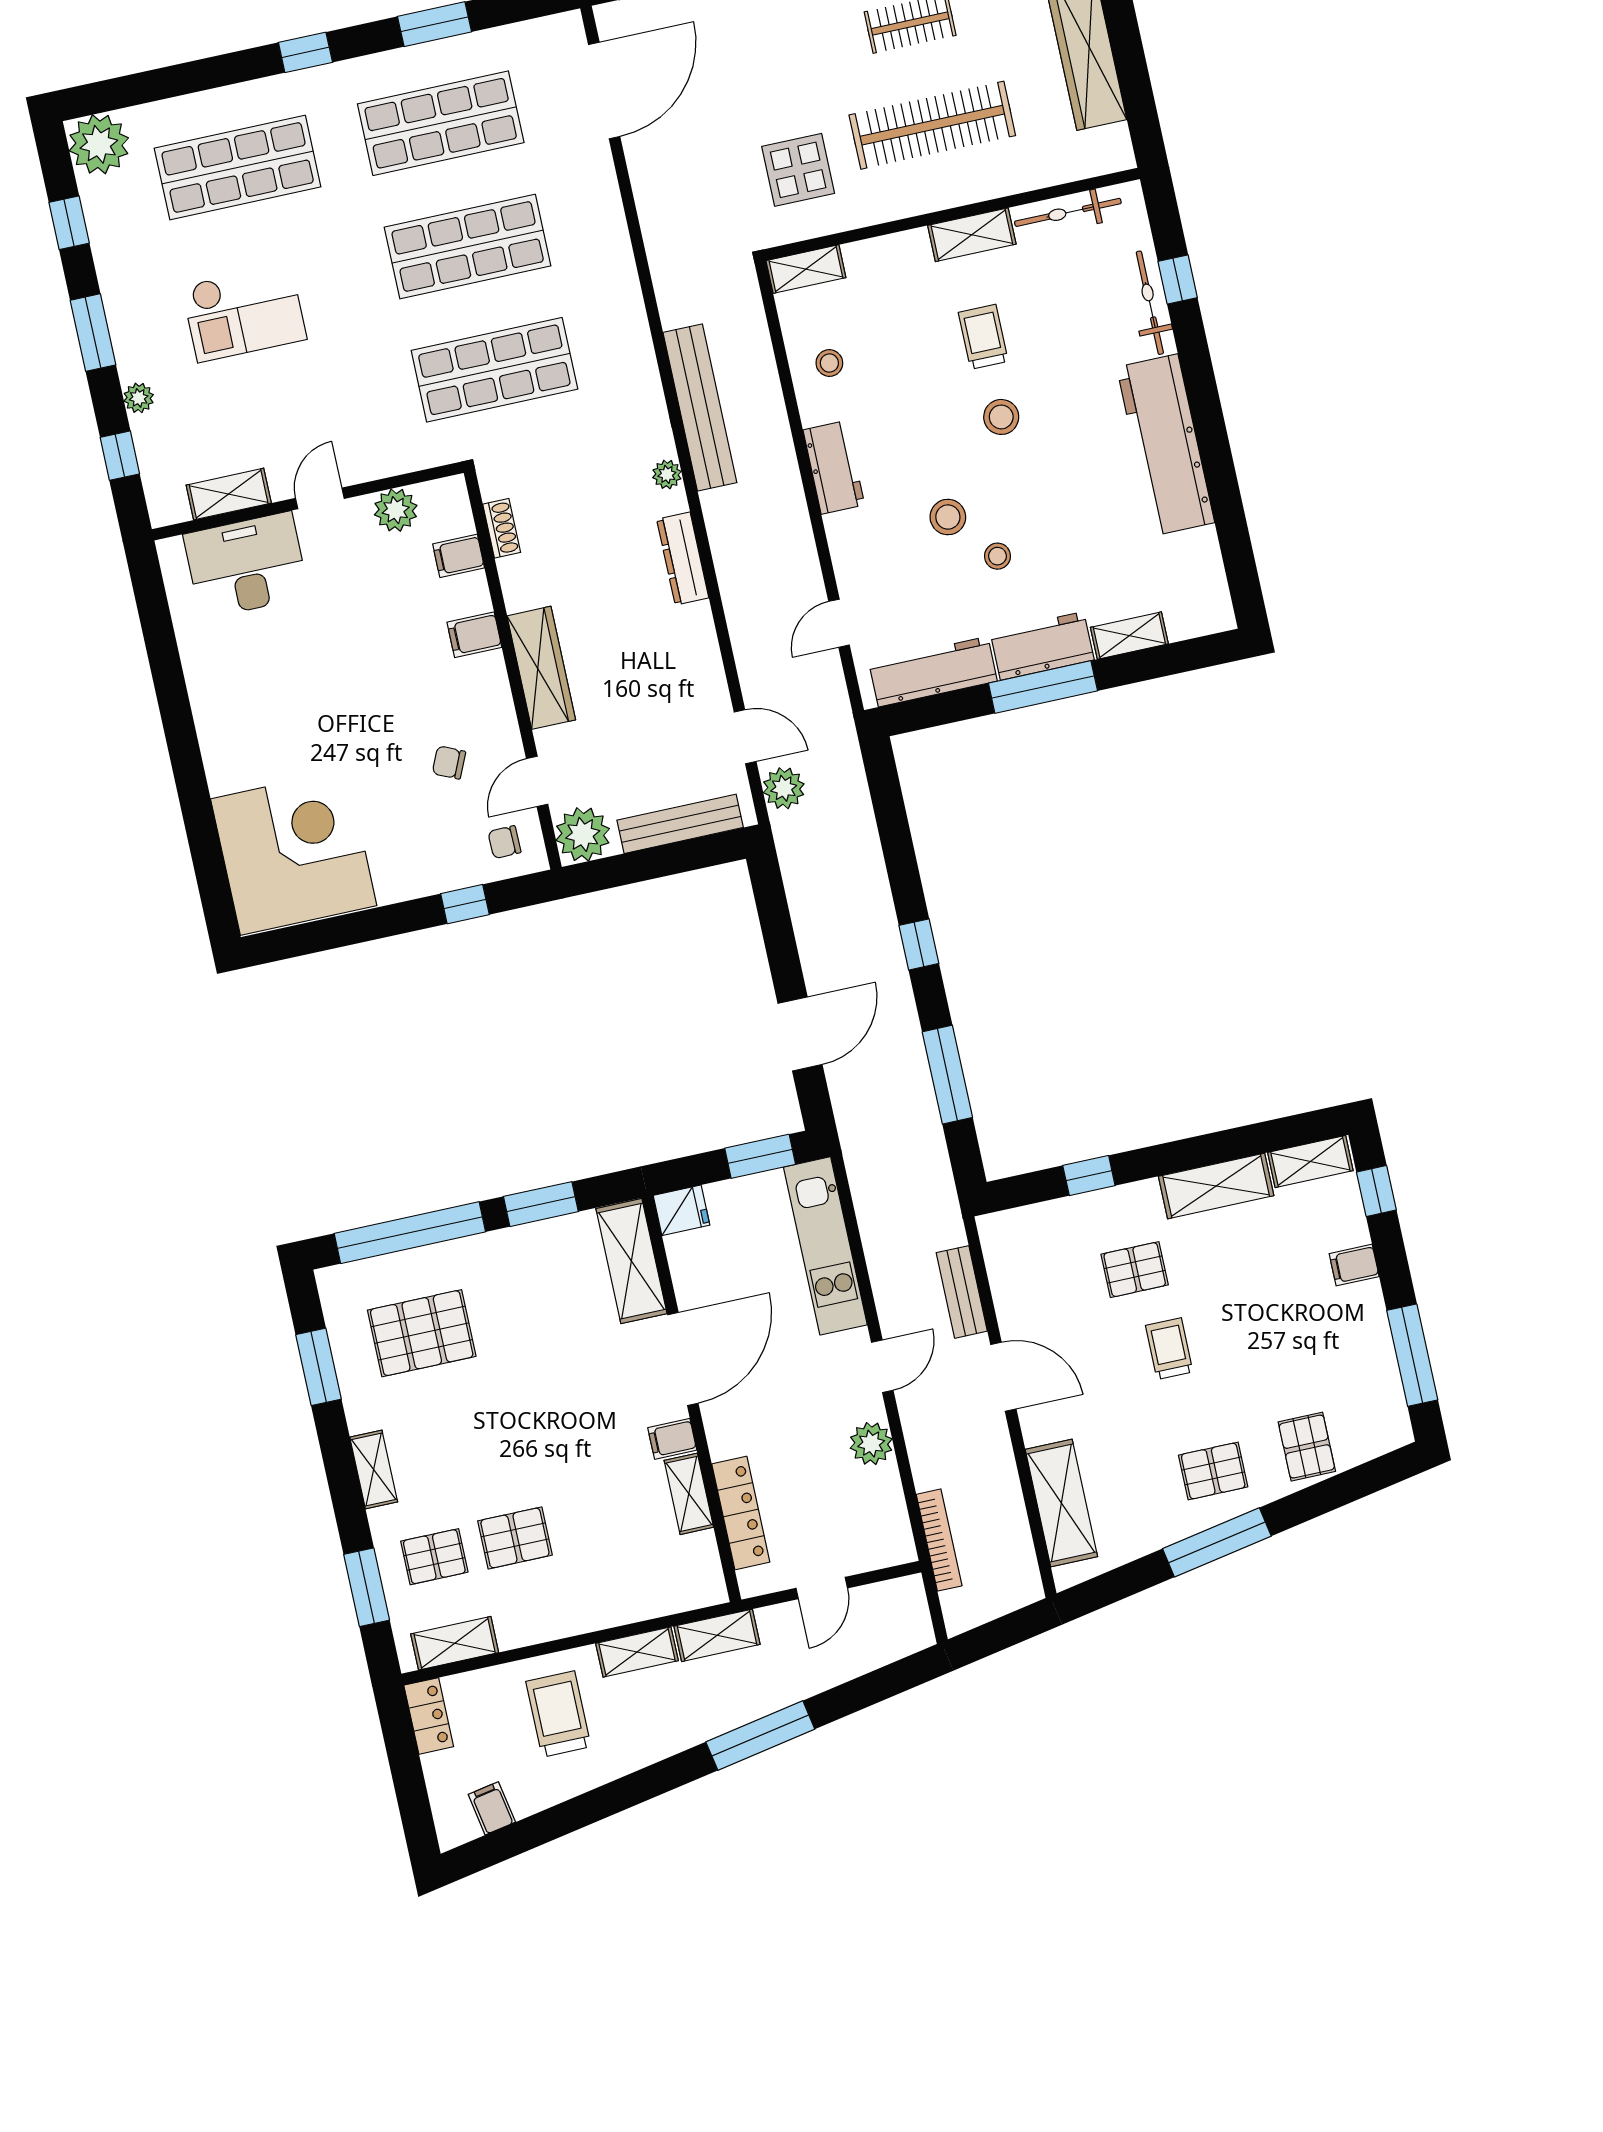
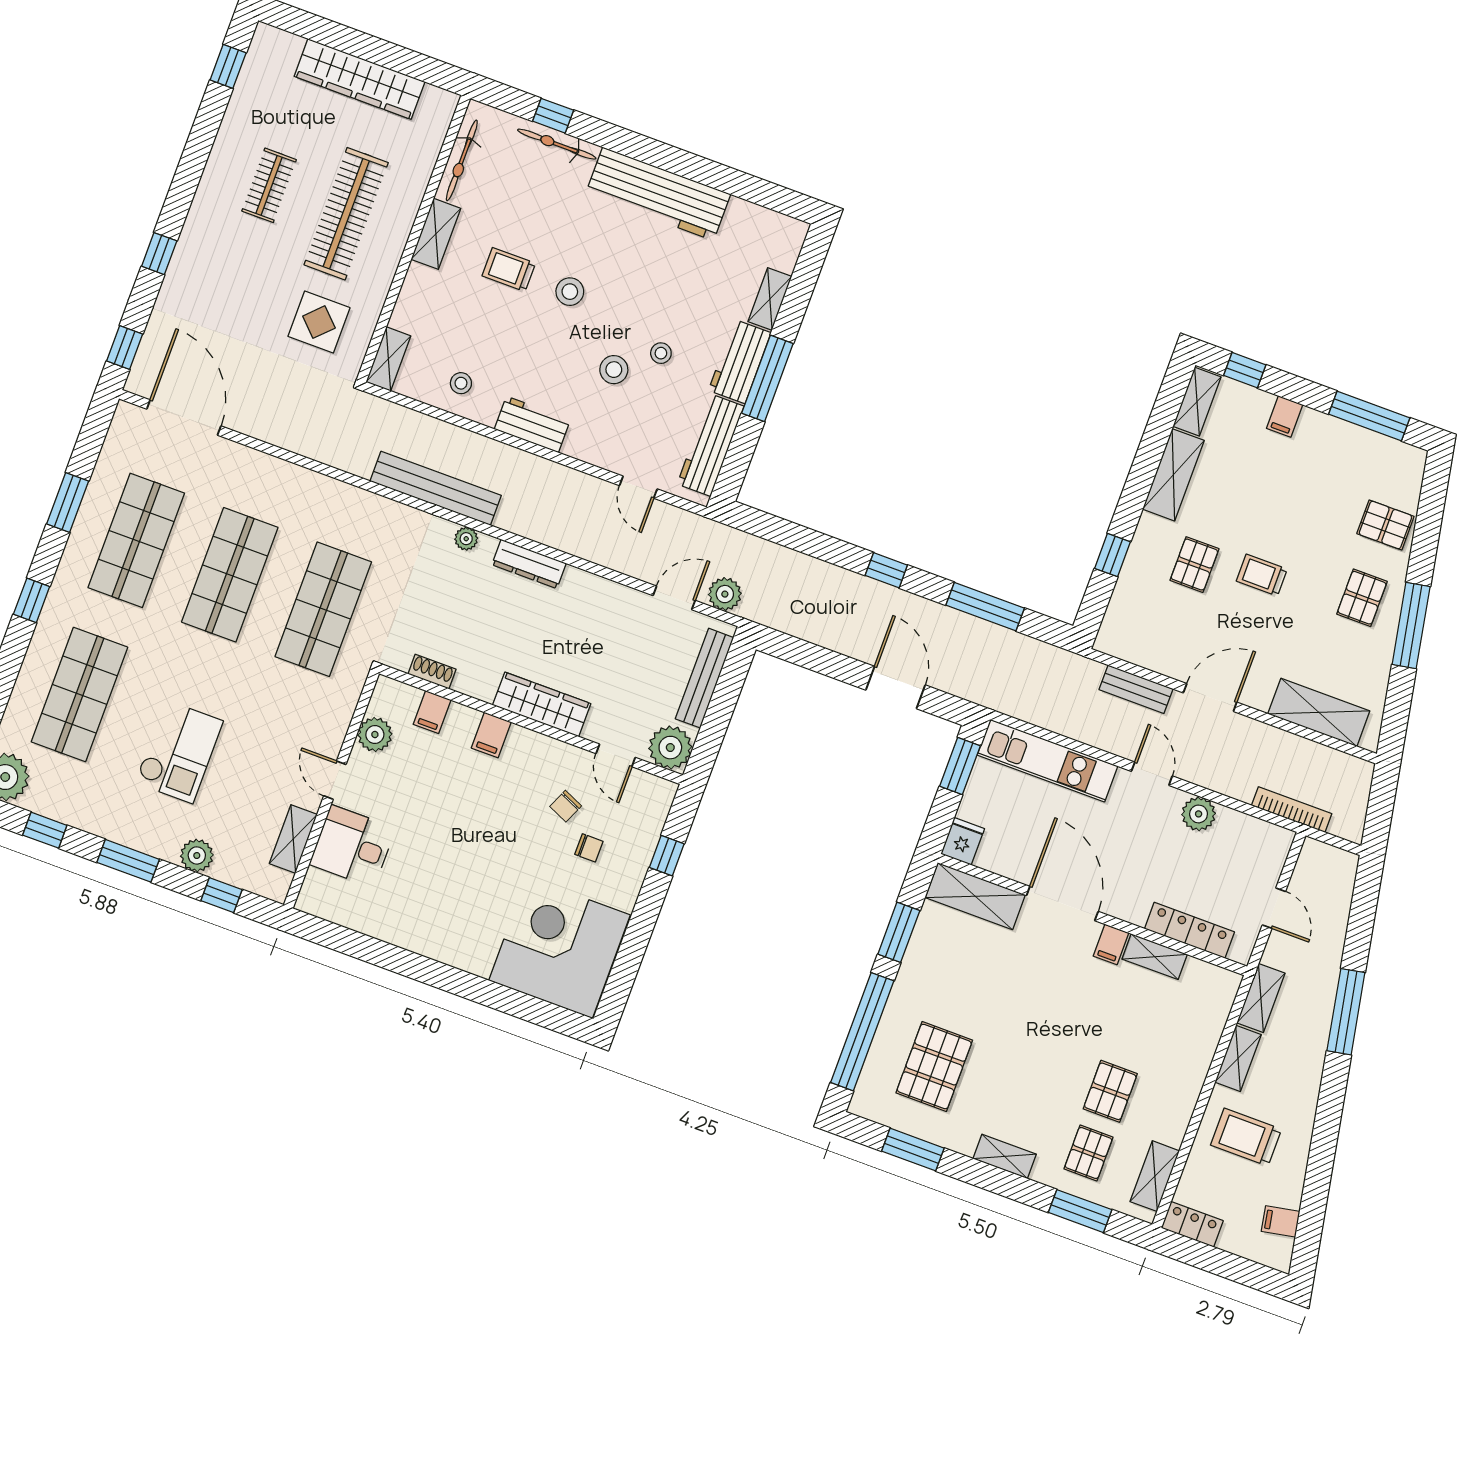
plant: (139, 398) -> (197, 855), width x1.38, depth x1.38
desk: (246, 565) -> (352, 846), width x0.73
chair: (505, 842) -> (589, 848), moved, turned -89

